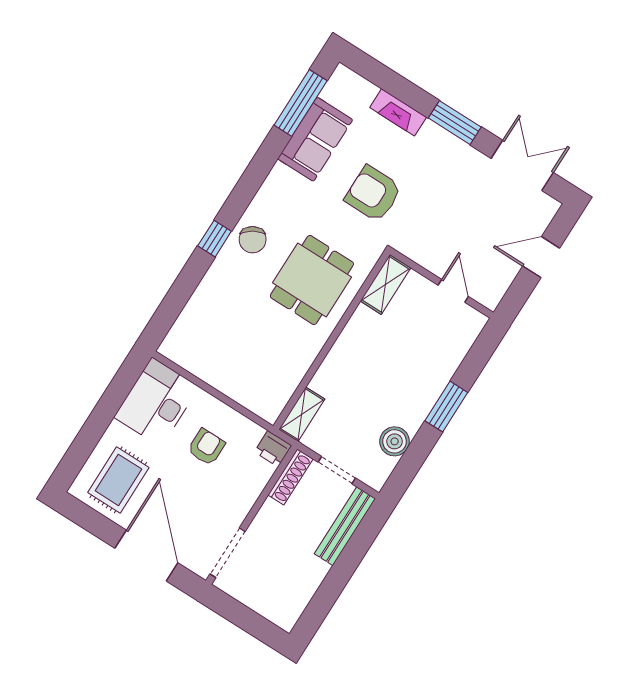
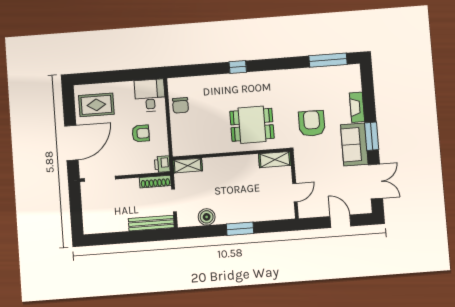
sofa: (315, 139) -> (354, 144), moved, turned 90
chair: (253, 240) -> (180, 105), moved, turned -58
desk: (157, 402) -> (150, 95), width x0.73

